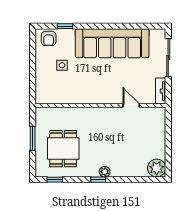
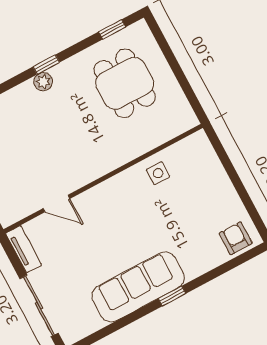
window: (65, 26) -> (172, 296), moved
sofa: (112, 43) -> (138, 287), width x0.74, depth x0.79
side table: (62, 65) -> (158, 173), moved
window: (33, 138) -> (179, 74), removed

